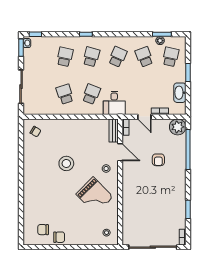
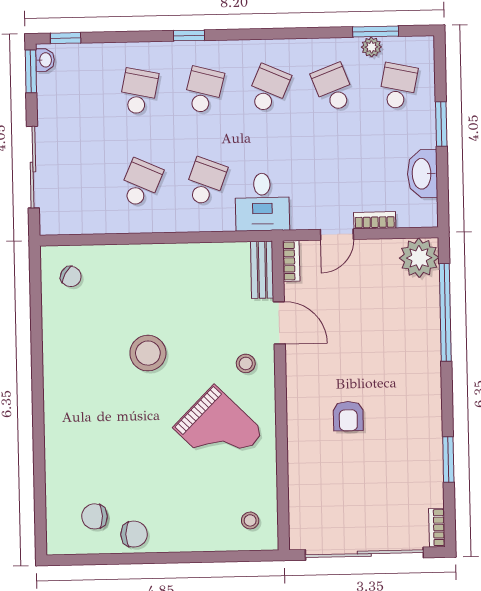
school desk: (65, 94) -> (141, 183), turned 42
door: (144, 117) -> (337, 234), hinge flipped
armchair: (158, 160) -> (348, 416), moved

